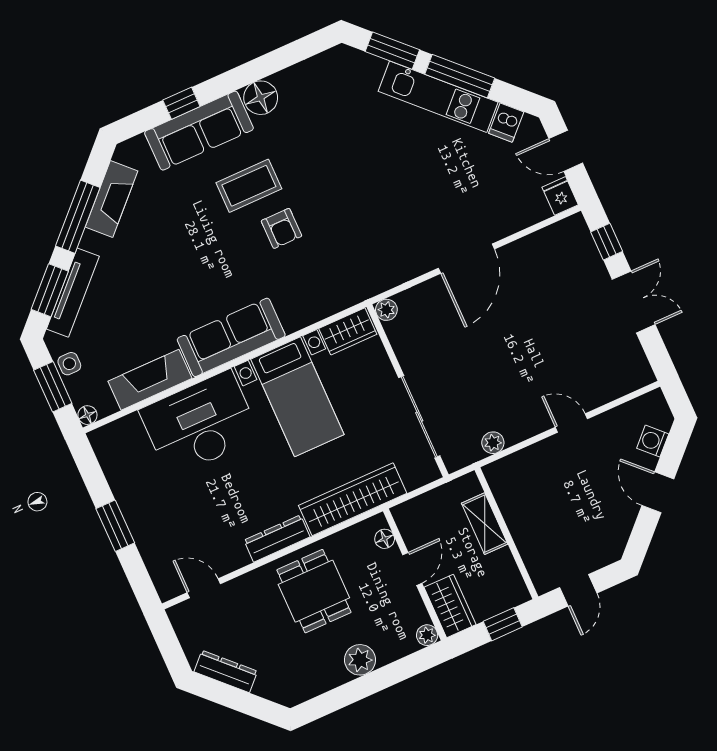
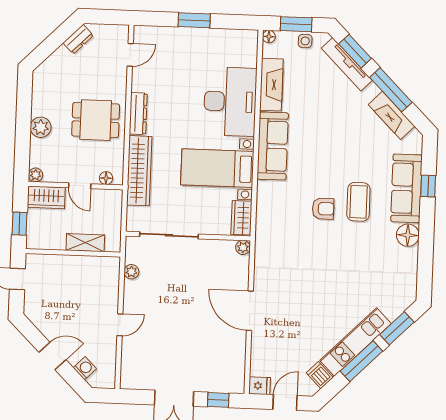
armchair: (281, 228) -> (323, 209), turned 180
dresser: (226, 671) -> (78, 39), width x0.70

